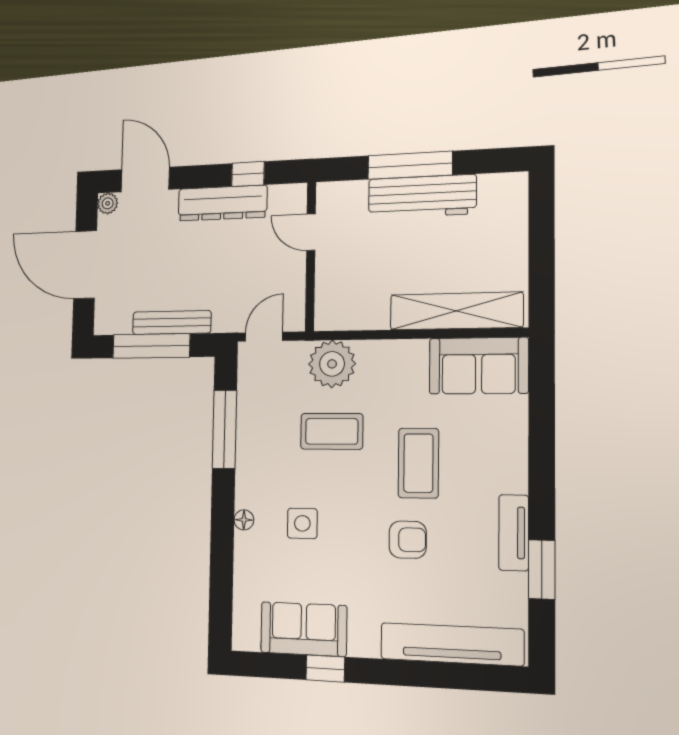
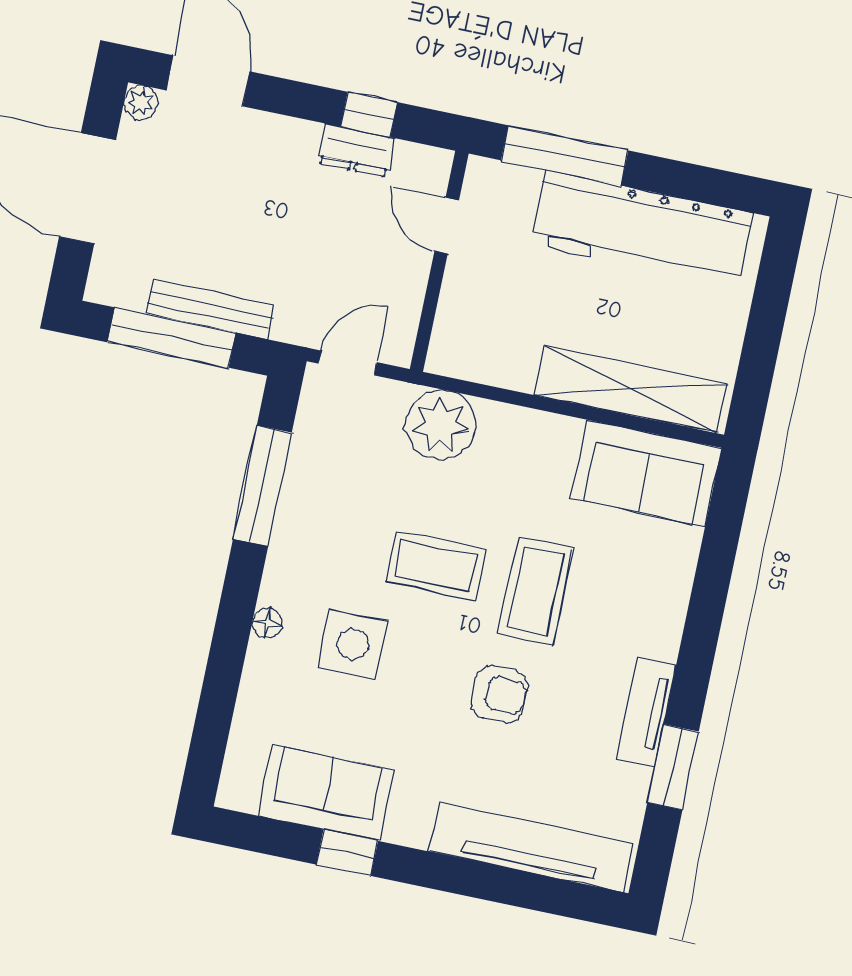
window: (410, 165) -> (565, 155), moved
workbench: (422, 196) -> (642, 229), width x1.36, depth x1.32
dresser: (222, 203) -> (356, 150), width x0.51, depth x0.80
coffee table: (332, 431) -> (435, 565), moved
side table: (302, 523) -> (353, 644), width x1.37, depth x1.37

